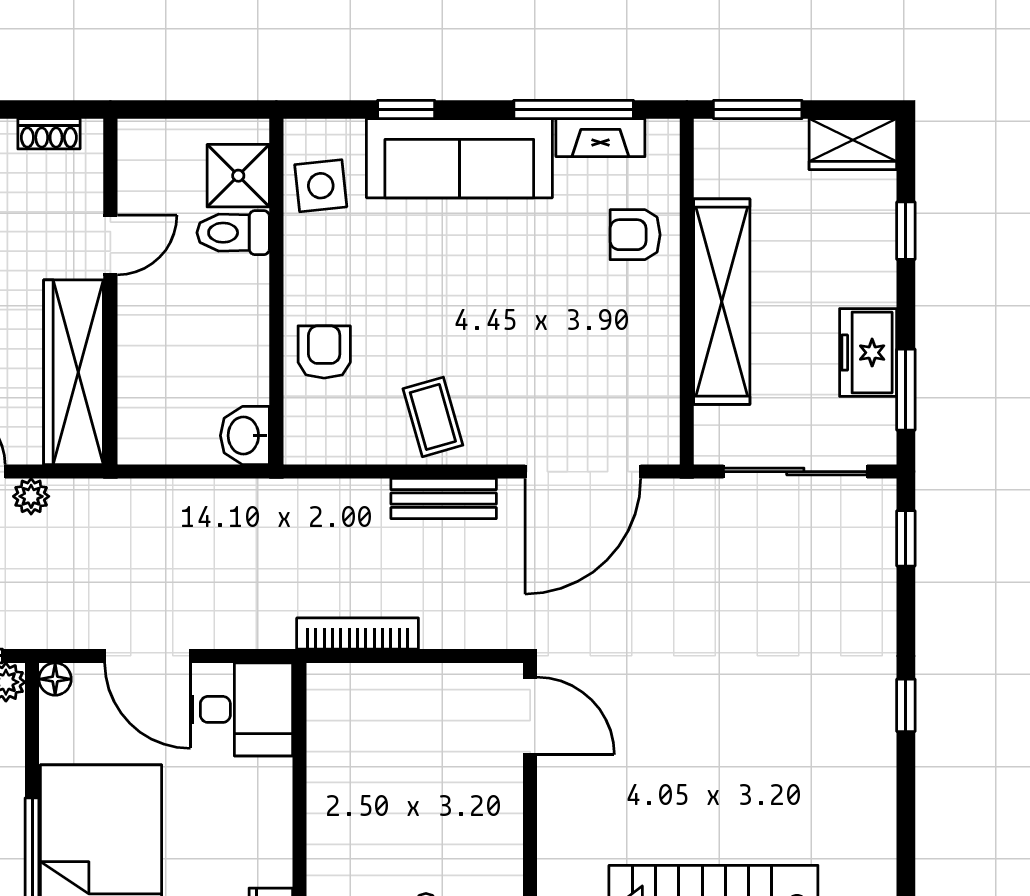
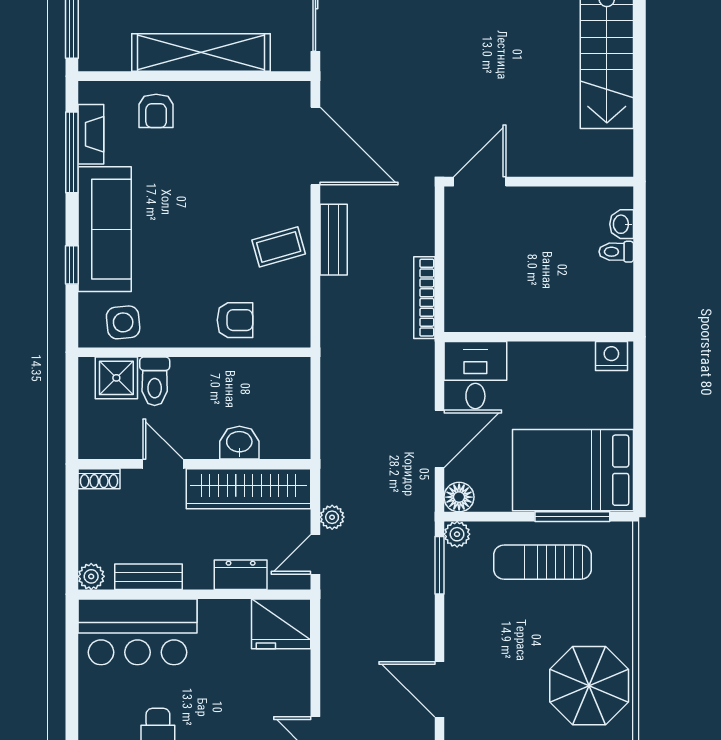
shoe rack: (49, 134) -> (99, 479), moved, turned 90
armchair: (324, 352) -> (235, 320), turned 180
washbasin: (245, 436) -> (239, 443), moved, turned 180
floor lamp: (55, 679) -> (459, 497), width x1.37, depth x1.37

